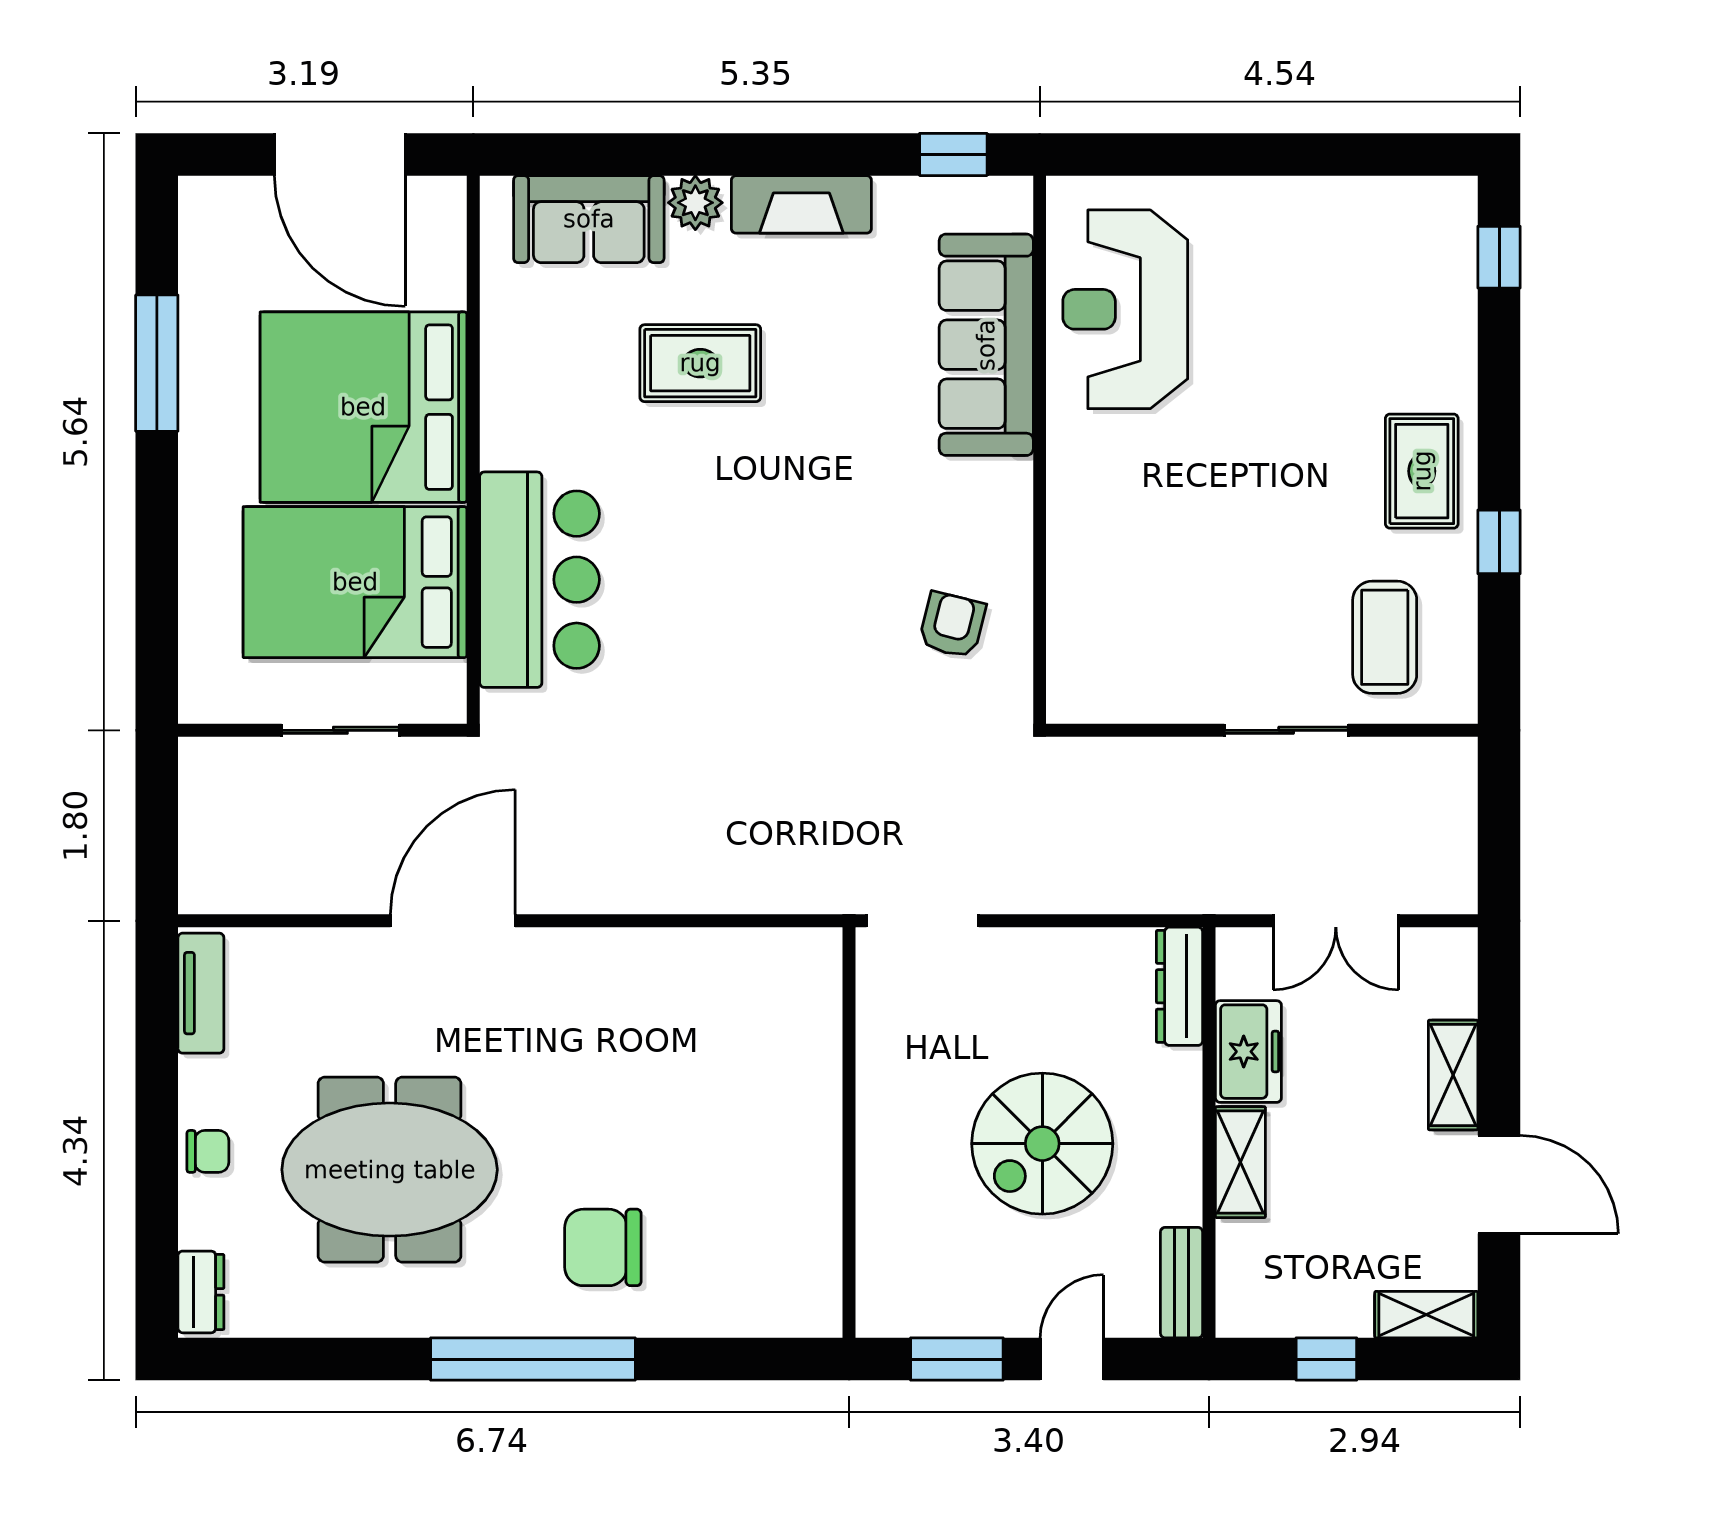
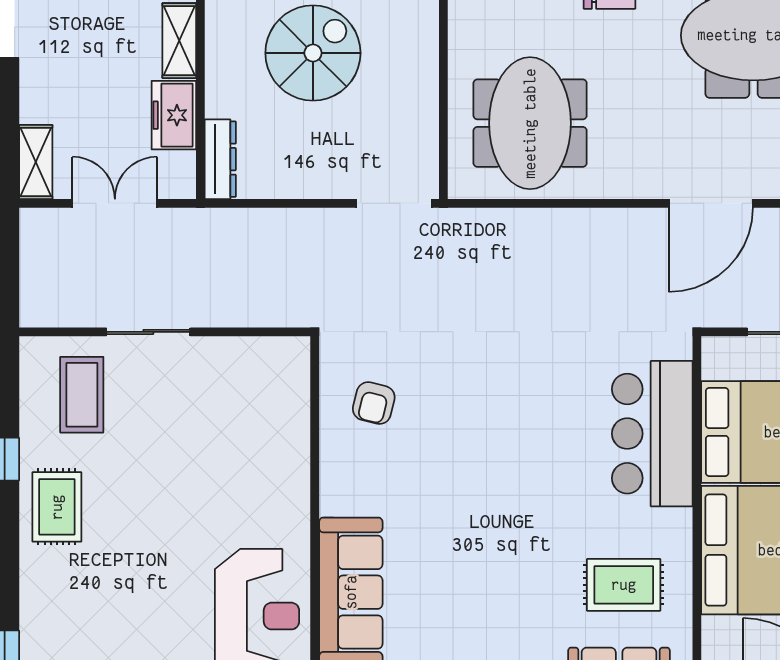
rug: (700, 363) -> (624, 585), moved
meeting table: (721, 1040) -> (530, 123), added
shelving: (1453, 1075) -> (36, 162), moved

